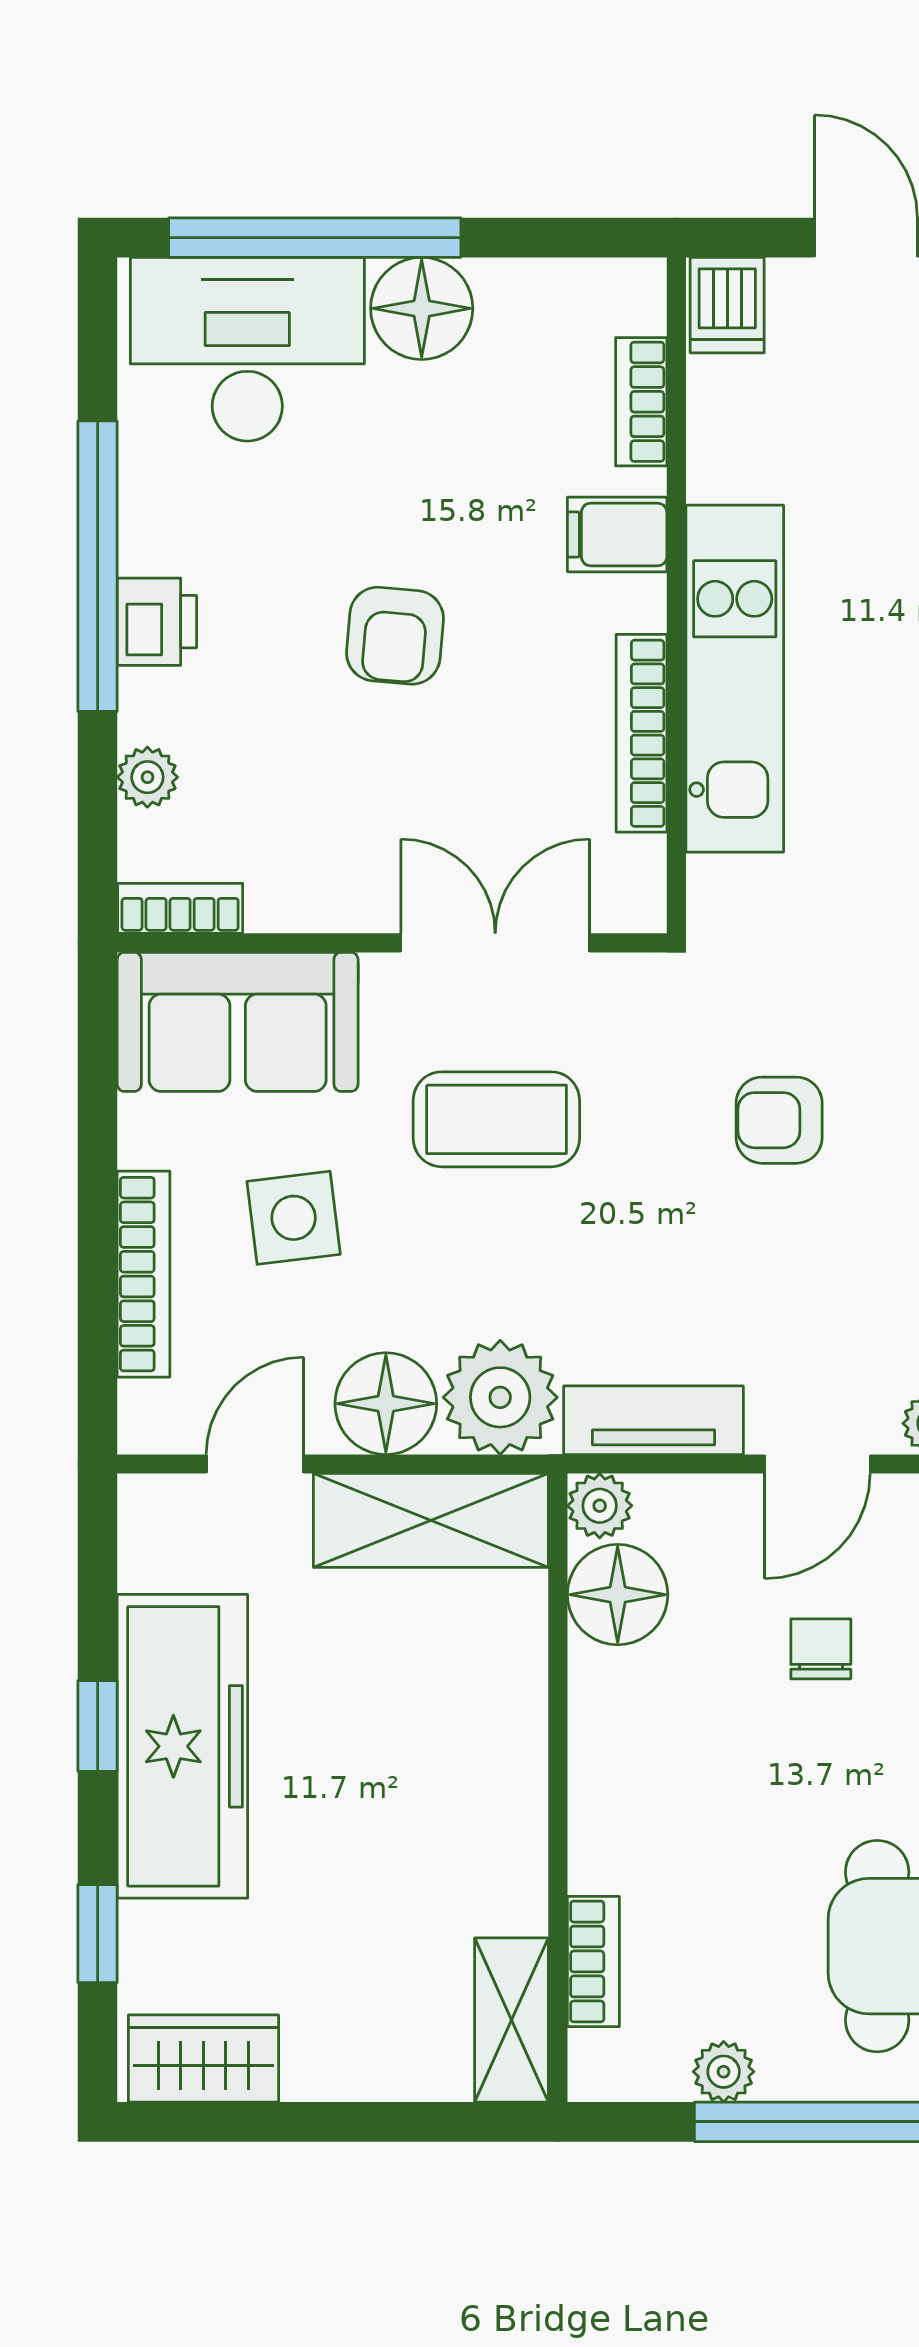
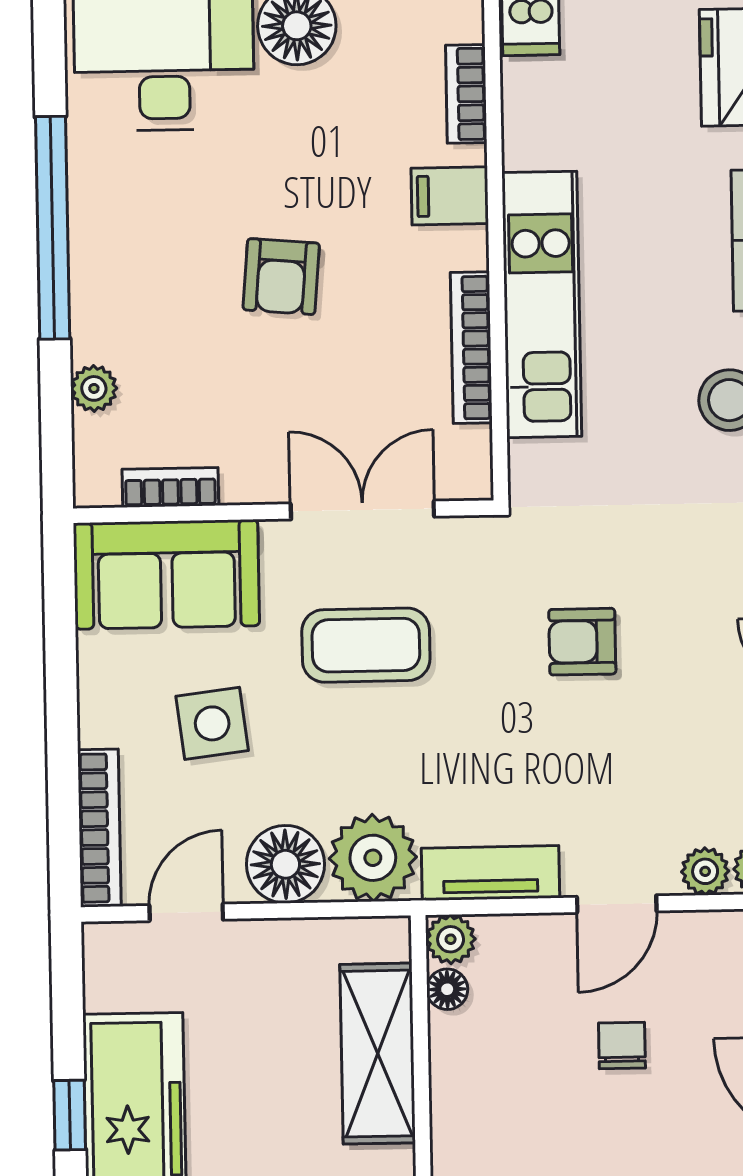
printer: (157, 622) -> (99, 269), removed
bookcase: (180, 908) -> (170, 487), moved
bookcase: (144, 1274) -> (99, 828), moved
shelving: (431, 1520) -> (378, 1054), moved, turned 90
floor lamp: (618, 1595) -> (447, 989), width x0.53, depth x0.53

